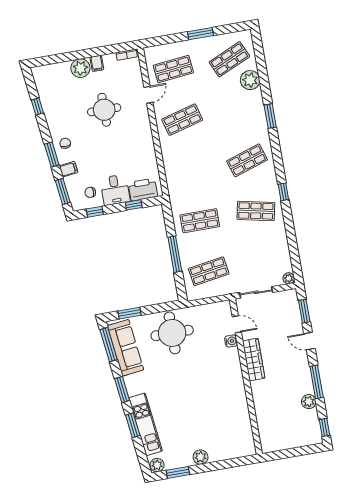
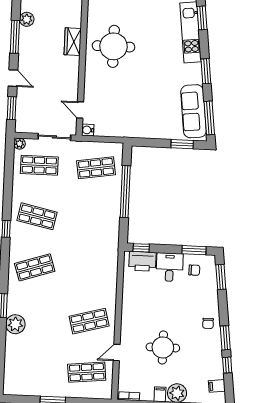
shop shelf: (229, 59) -> (30, 370), removed
plant: (250, 80) -> (15, 324), moved
window: (52, 155) -> (225, 338), moved
filing cabinet: (69, 169) -> (217, 386), moved
window: (134, 205) -> (141, 248), moved
window: (95, 212) -> (194, 250), width x1.50
shop shelf: (200, 221) -> (39, 165), moved
window: (175, 254) -> (125, 192), width x1.46
round table: (172, 333) -> (114, 46), moved
water cooler: (231, 341) -> (88, 130), moved
wardrobe: (254, 360) -> (73, 42), moved, width x0.67
window: (133, 425) -> (202, 18), moved

